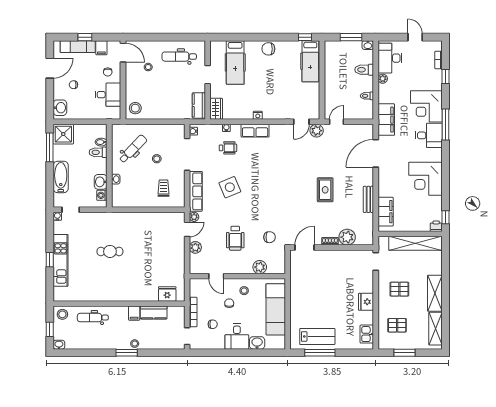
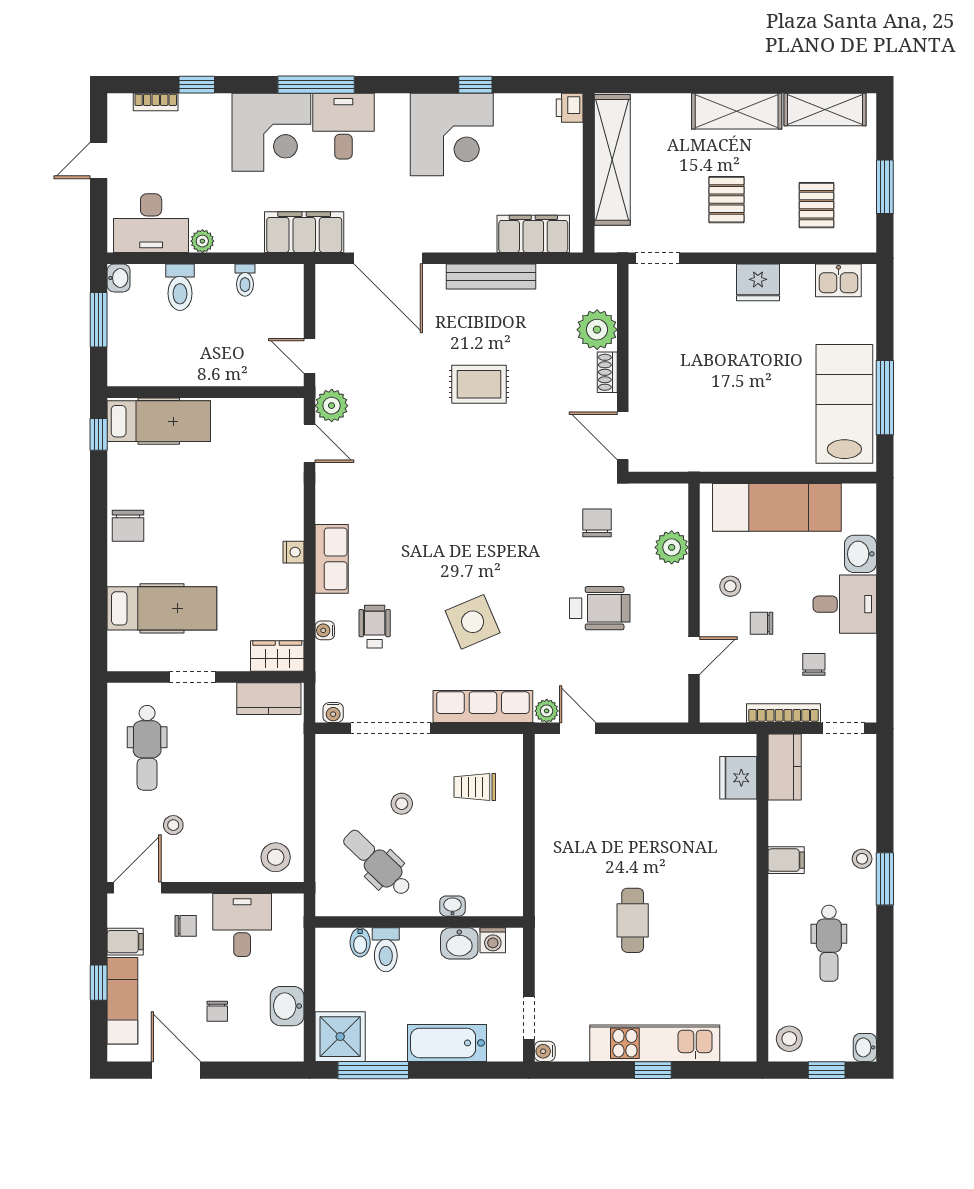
washbasin: (60, 108) -> (287, 1006), moved, turned -90
bench: (368, 199) -> (491, 276), width x1.36
window: (445, 217) -> (475, 85), moved
plant: (195, 247) -> (623, 708), removed
kitchen counter: (154, 312) -> (785, 767), moved
dental chair: (93, 318) -> (829, 943), moved
lab bench: (317, 336) -> (844, 404), width x1.36, depth x1.39

